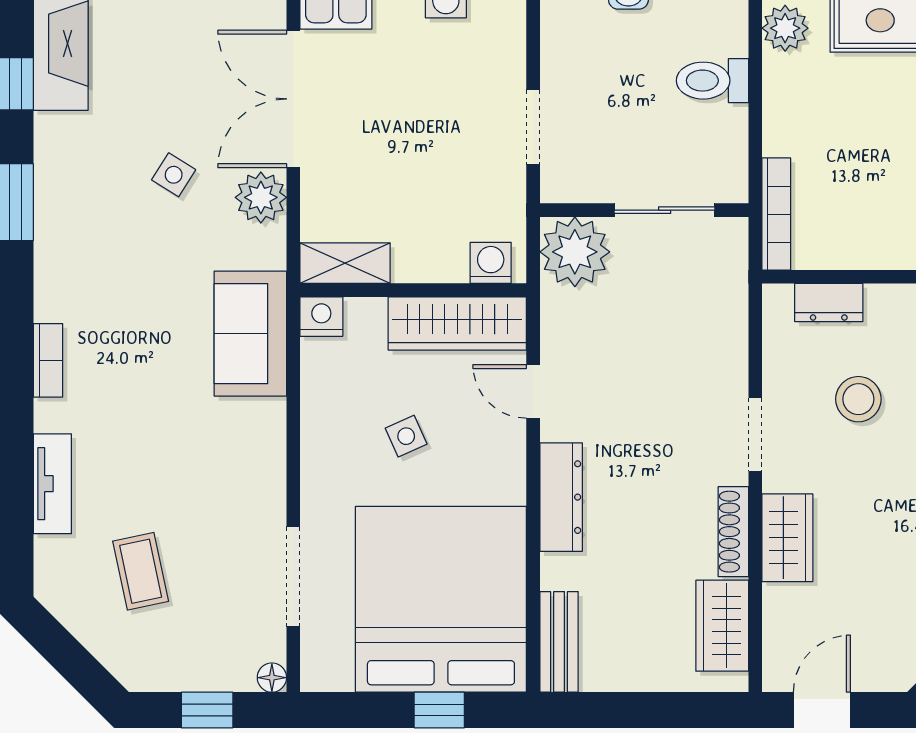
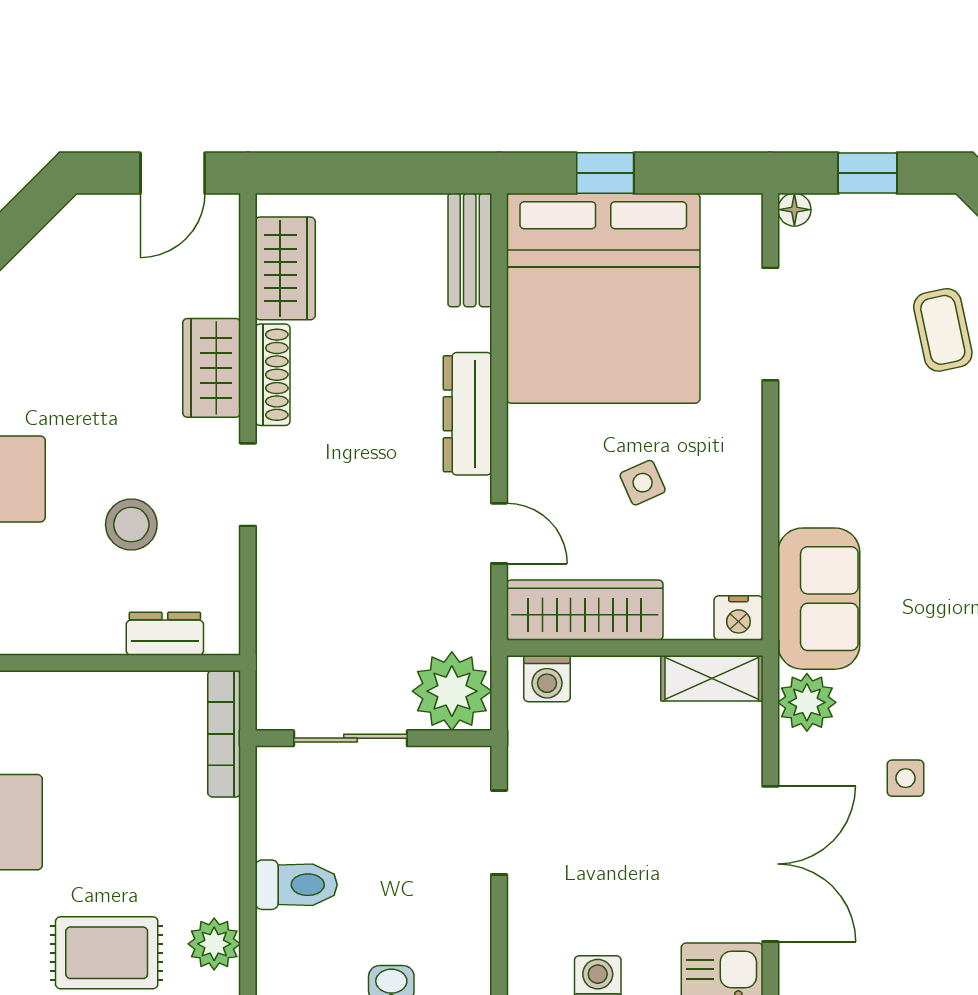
side table: (174, 175) -> (905, 778), turned -32
plant: (261, 197) -> (807, 702), moved

